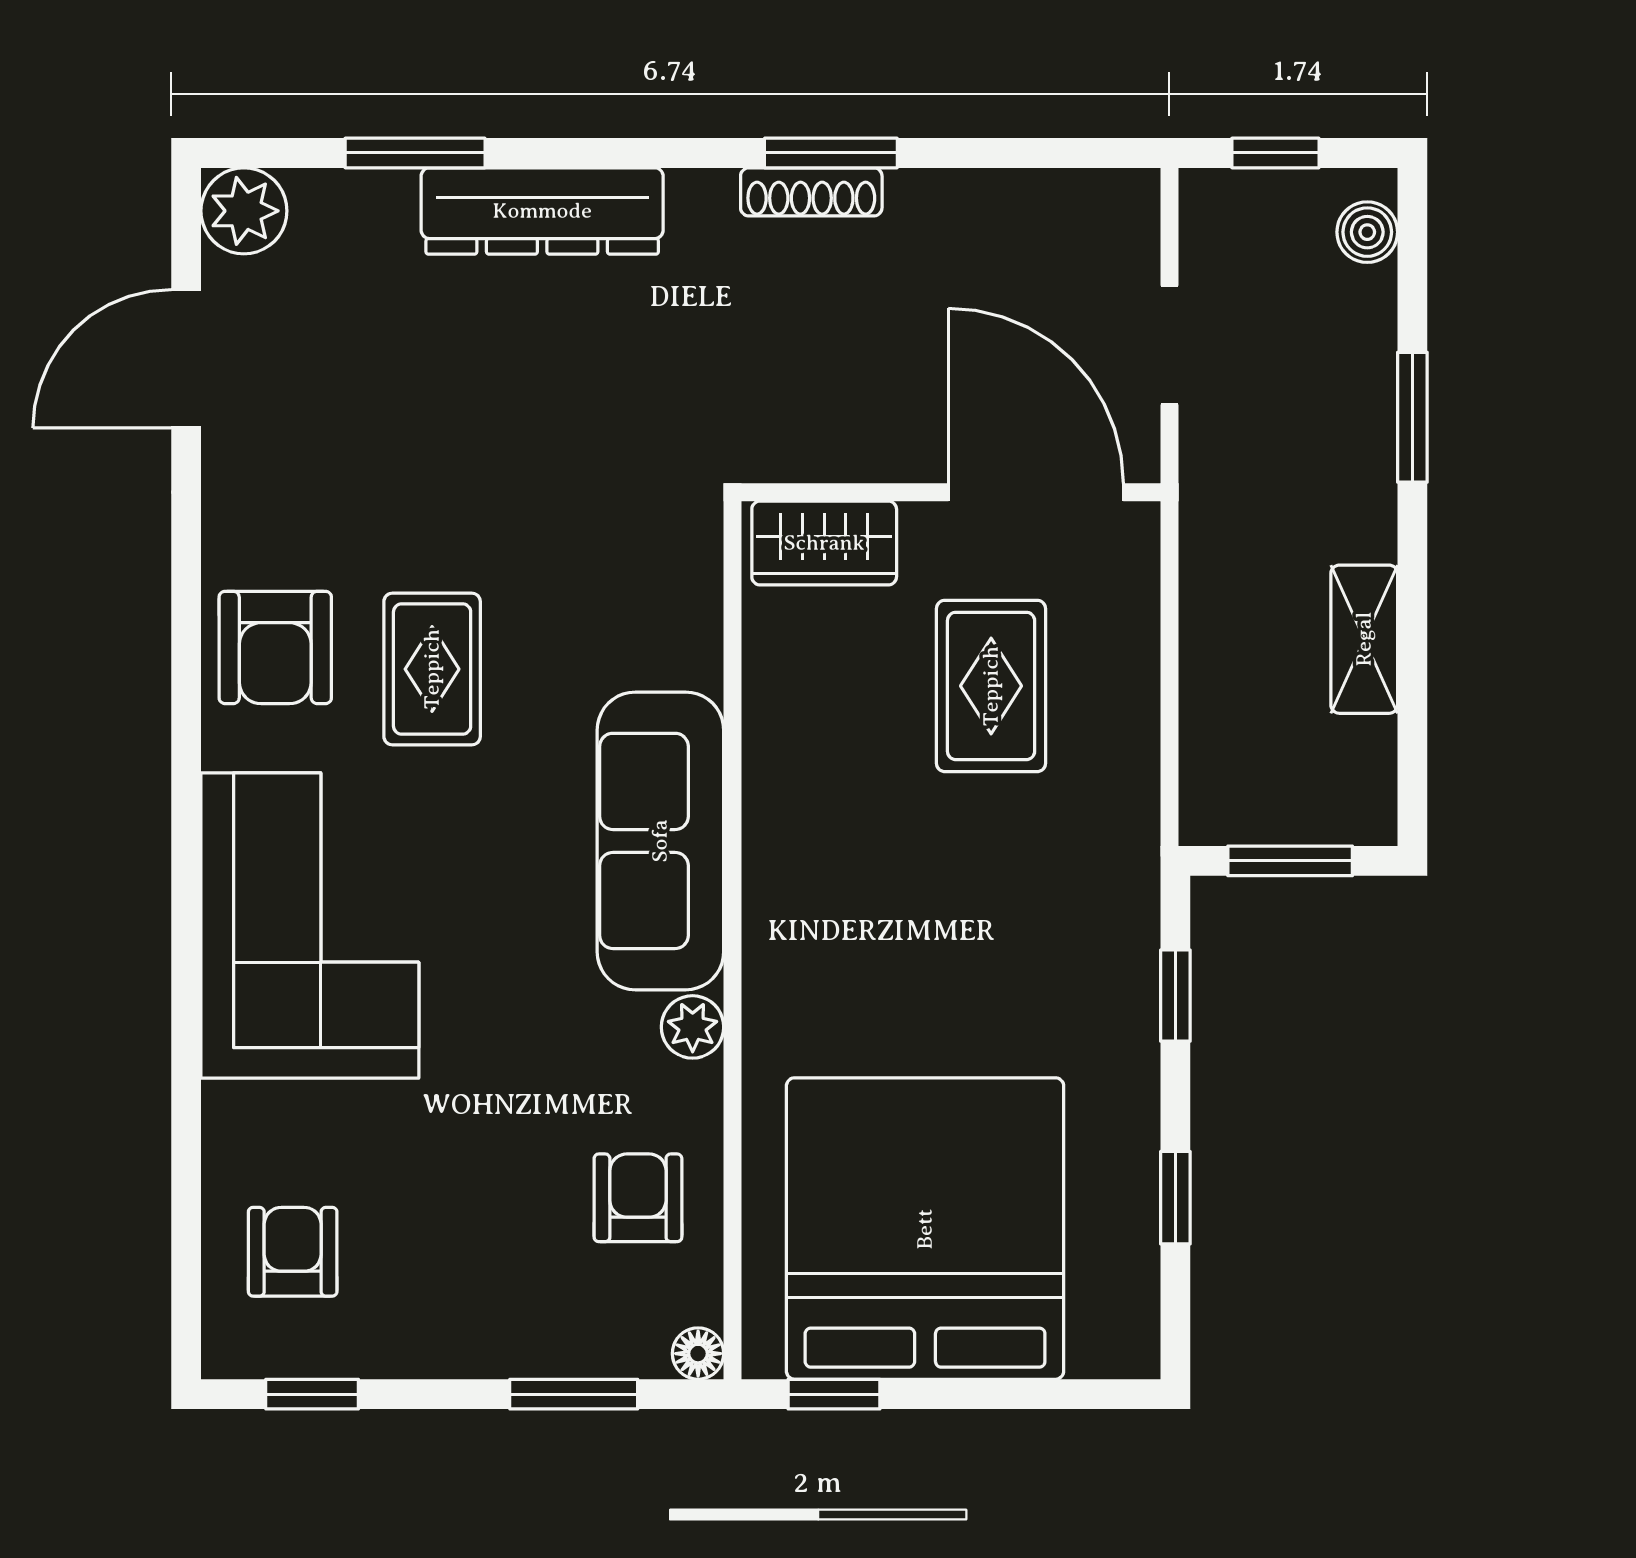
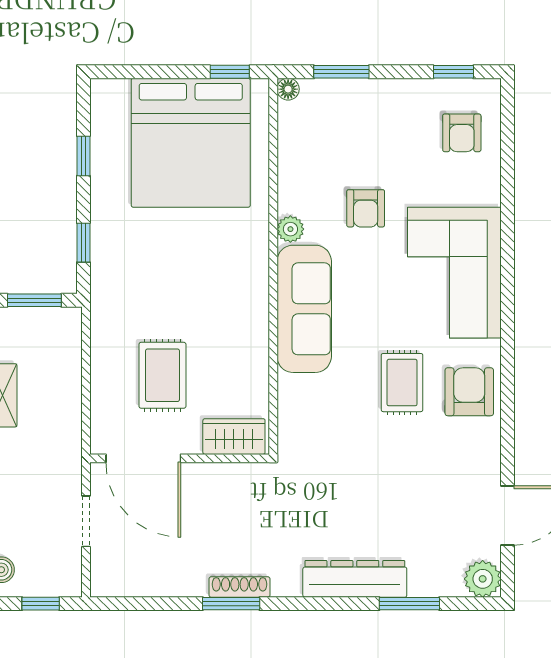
armchair: (638, 1198) -> (366, 208), moved

